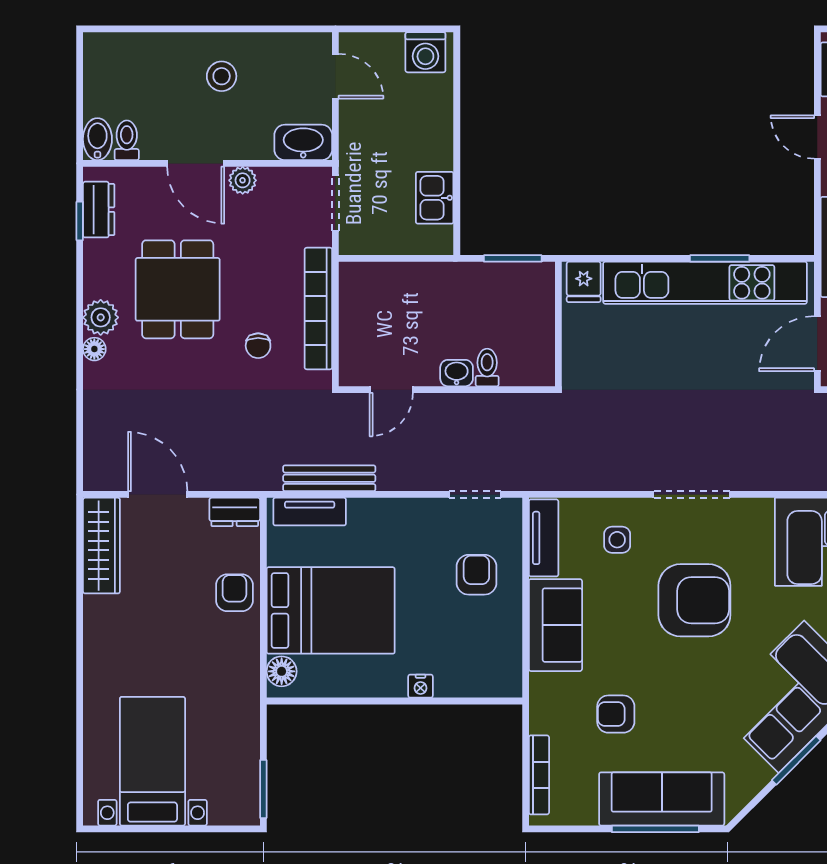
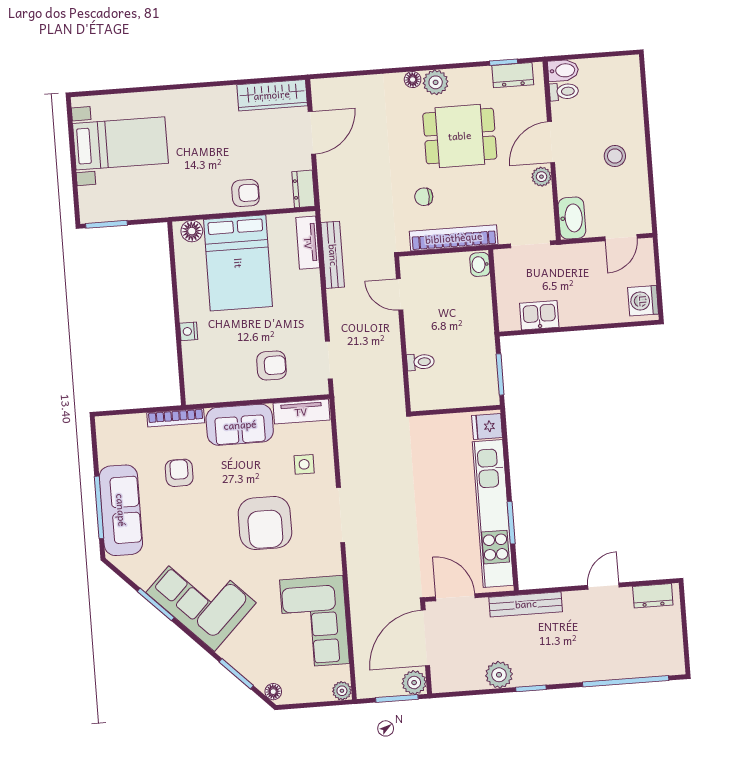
washbasin: (457, 373) -> (480, 264), moved, turned 180
bookcase: (539, 775) -> (176, 418), moved

